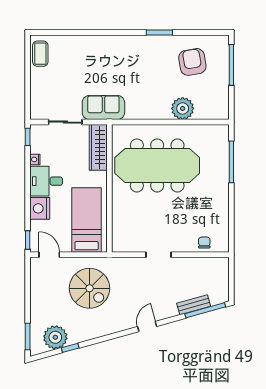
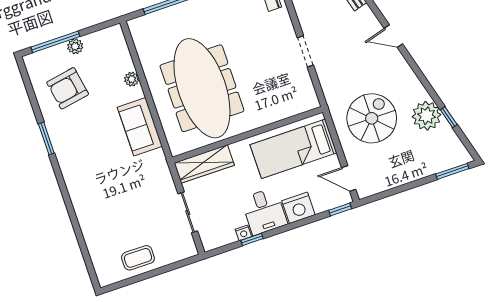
coffee table: (40, 54) -> (138, 258), moved
plant: (223, 79) -> (75, 46), added
sofa: (103, 107) -> (140, 127), moved
plant: (183, 108) -> (132, 79), width x0.53, depth x0.53
window: (28, 137) -> (252, 239), moved
door: (49, 255) -> (349, 178), hinge flipped
plant: (55, 337) -> (427, 116), moved

